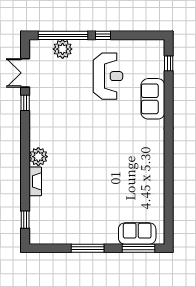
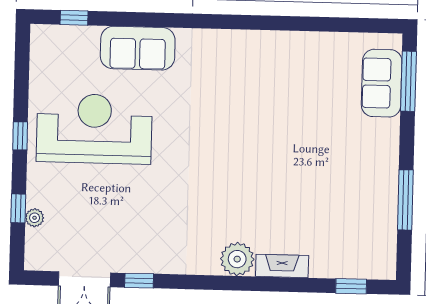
window: (63, 35) -> (18, 208), width x0.32
plant: (63, 49) -> (35, 218), width x0.53, depth x0.53
reception desk: (108, 76) -> (94, 129), width x1.36, depth x1.30
window: (88, 248) -> (405, 200), moved

